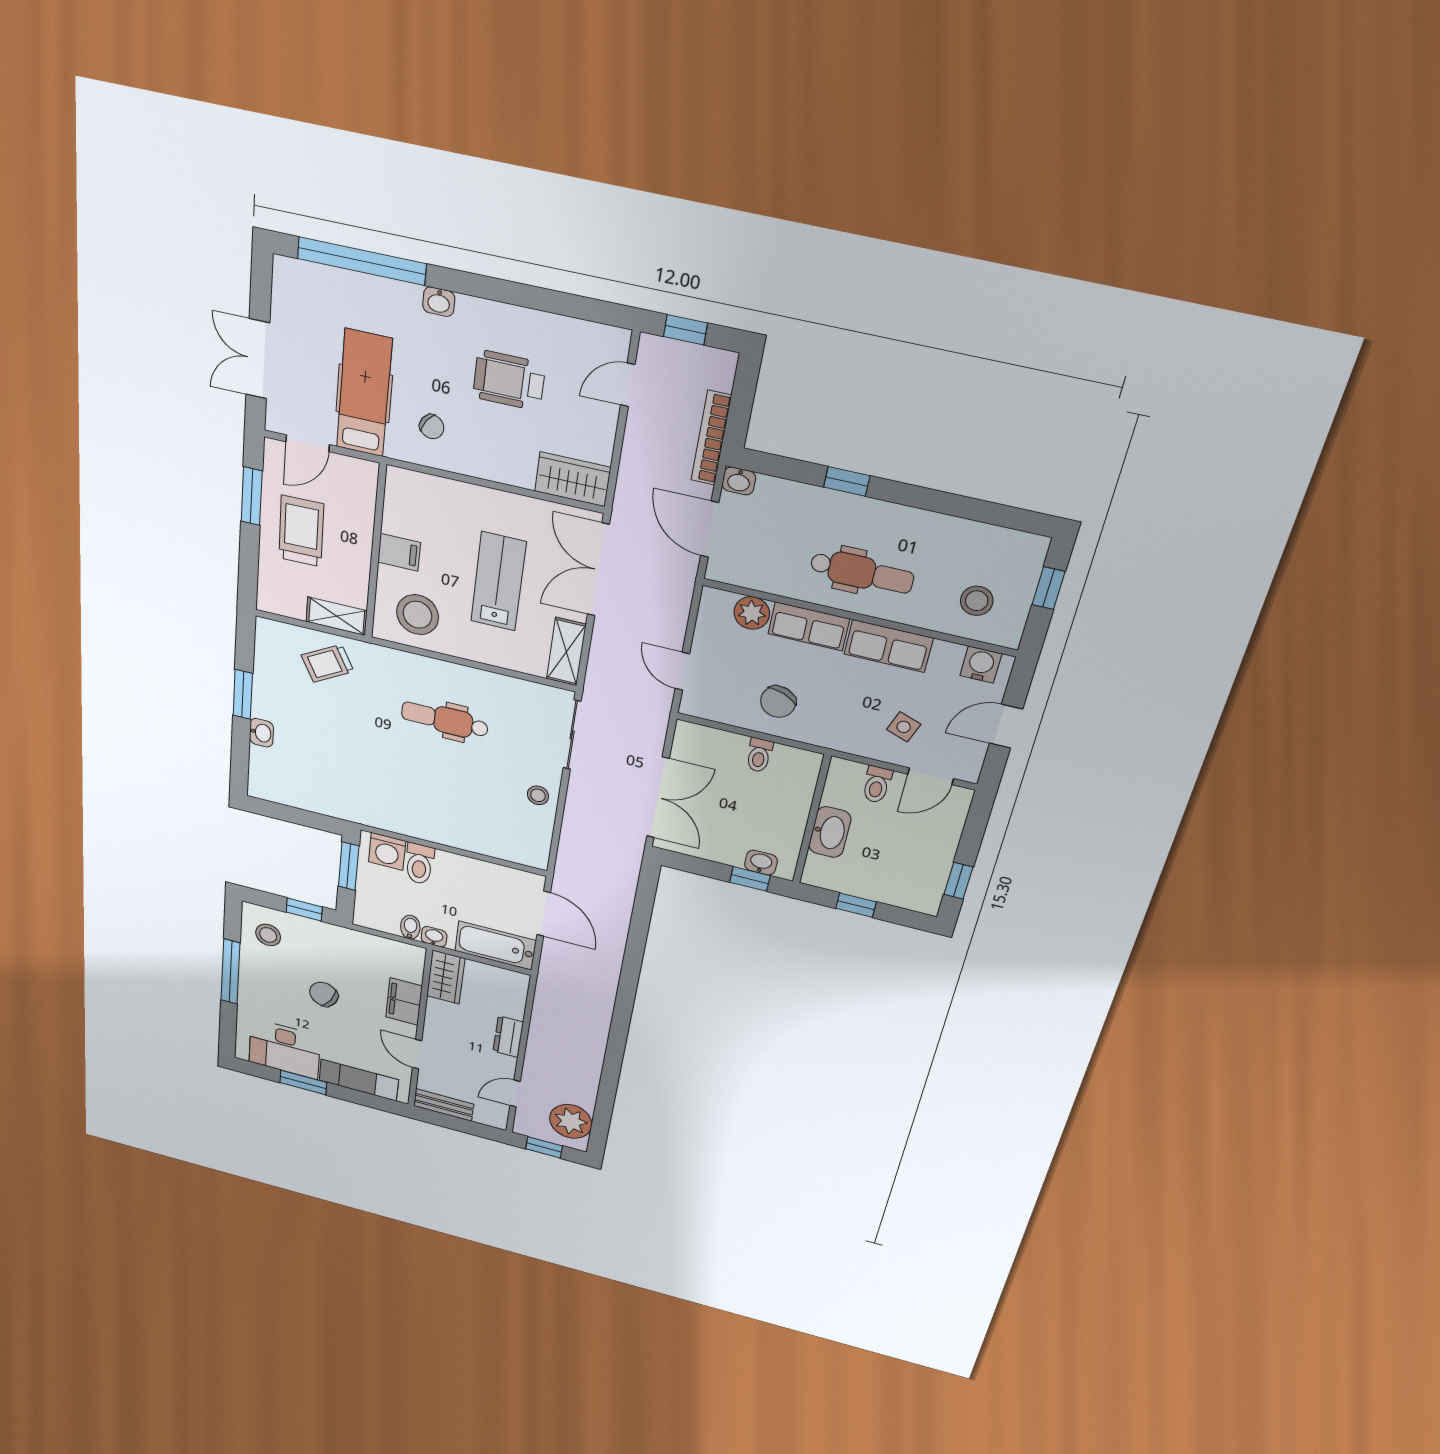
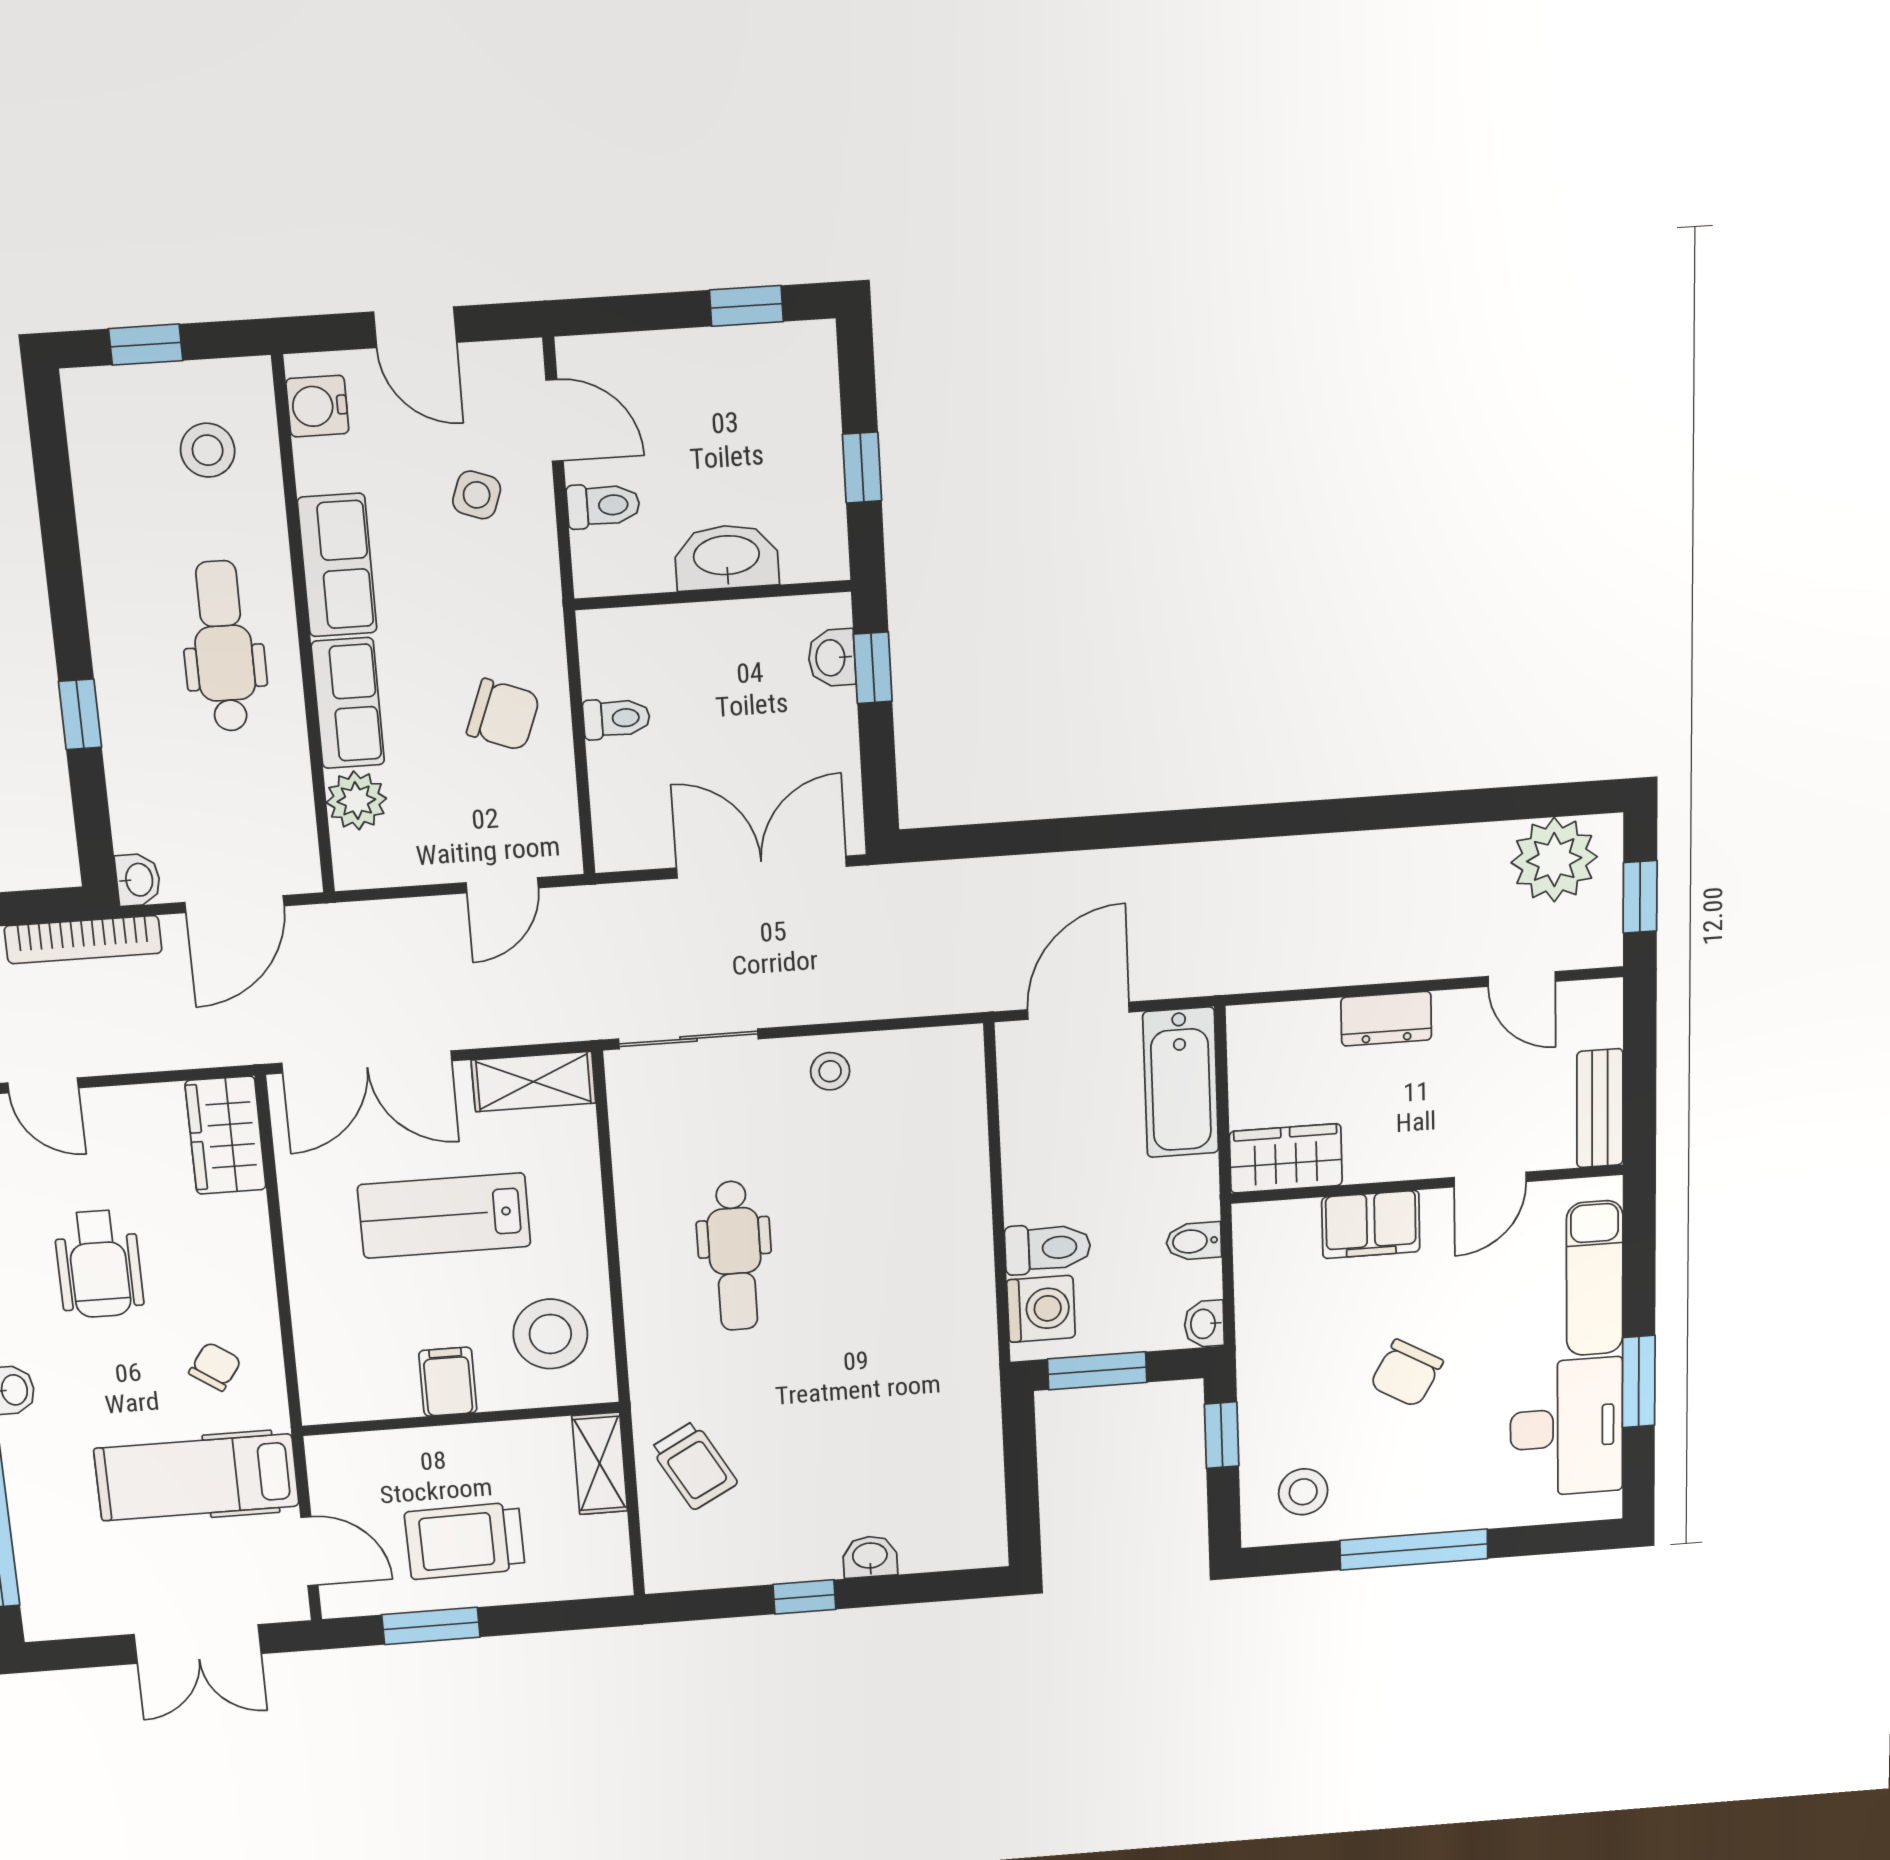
window: (243, 694) -> (804, 1597), width x0.67
washbasin: (434, 937) -> (1204, 1324), moved

